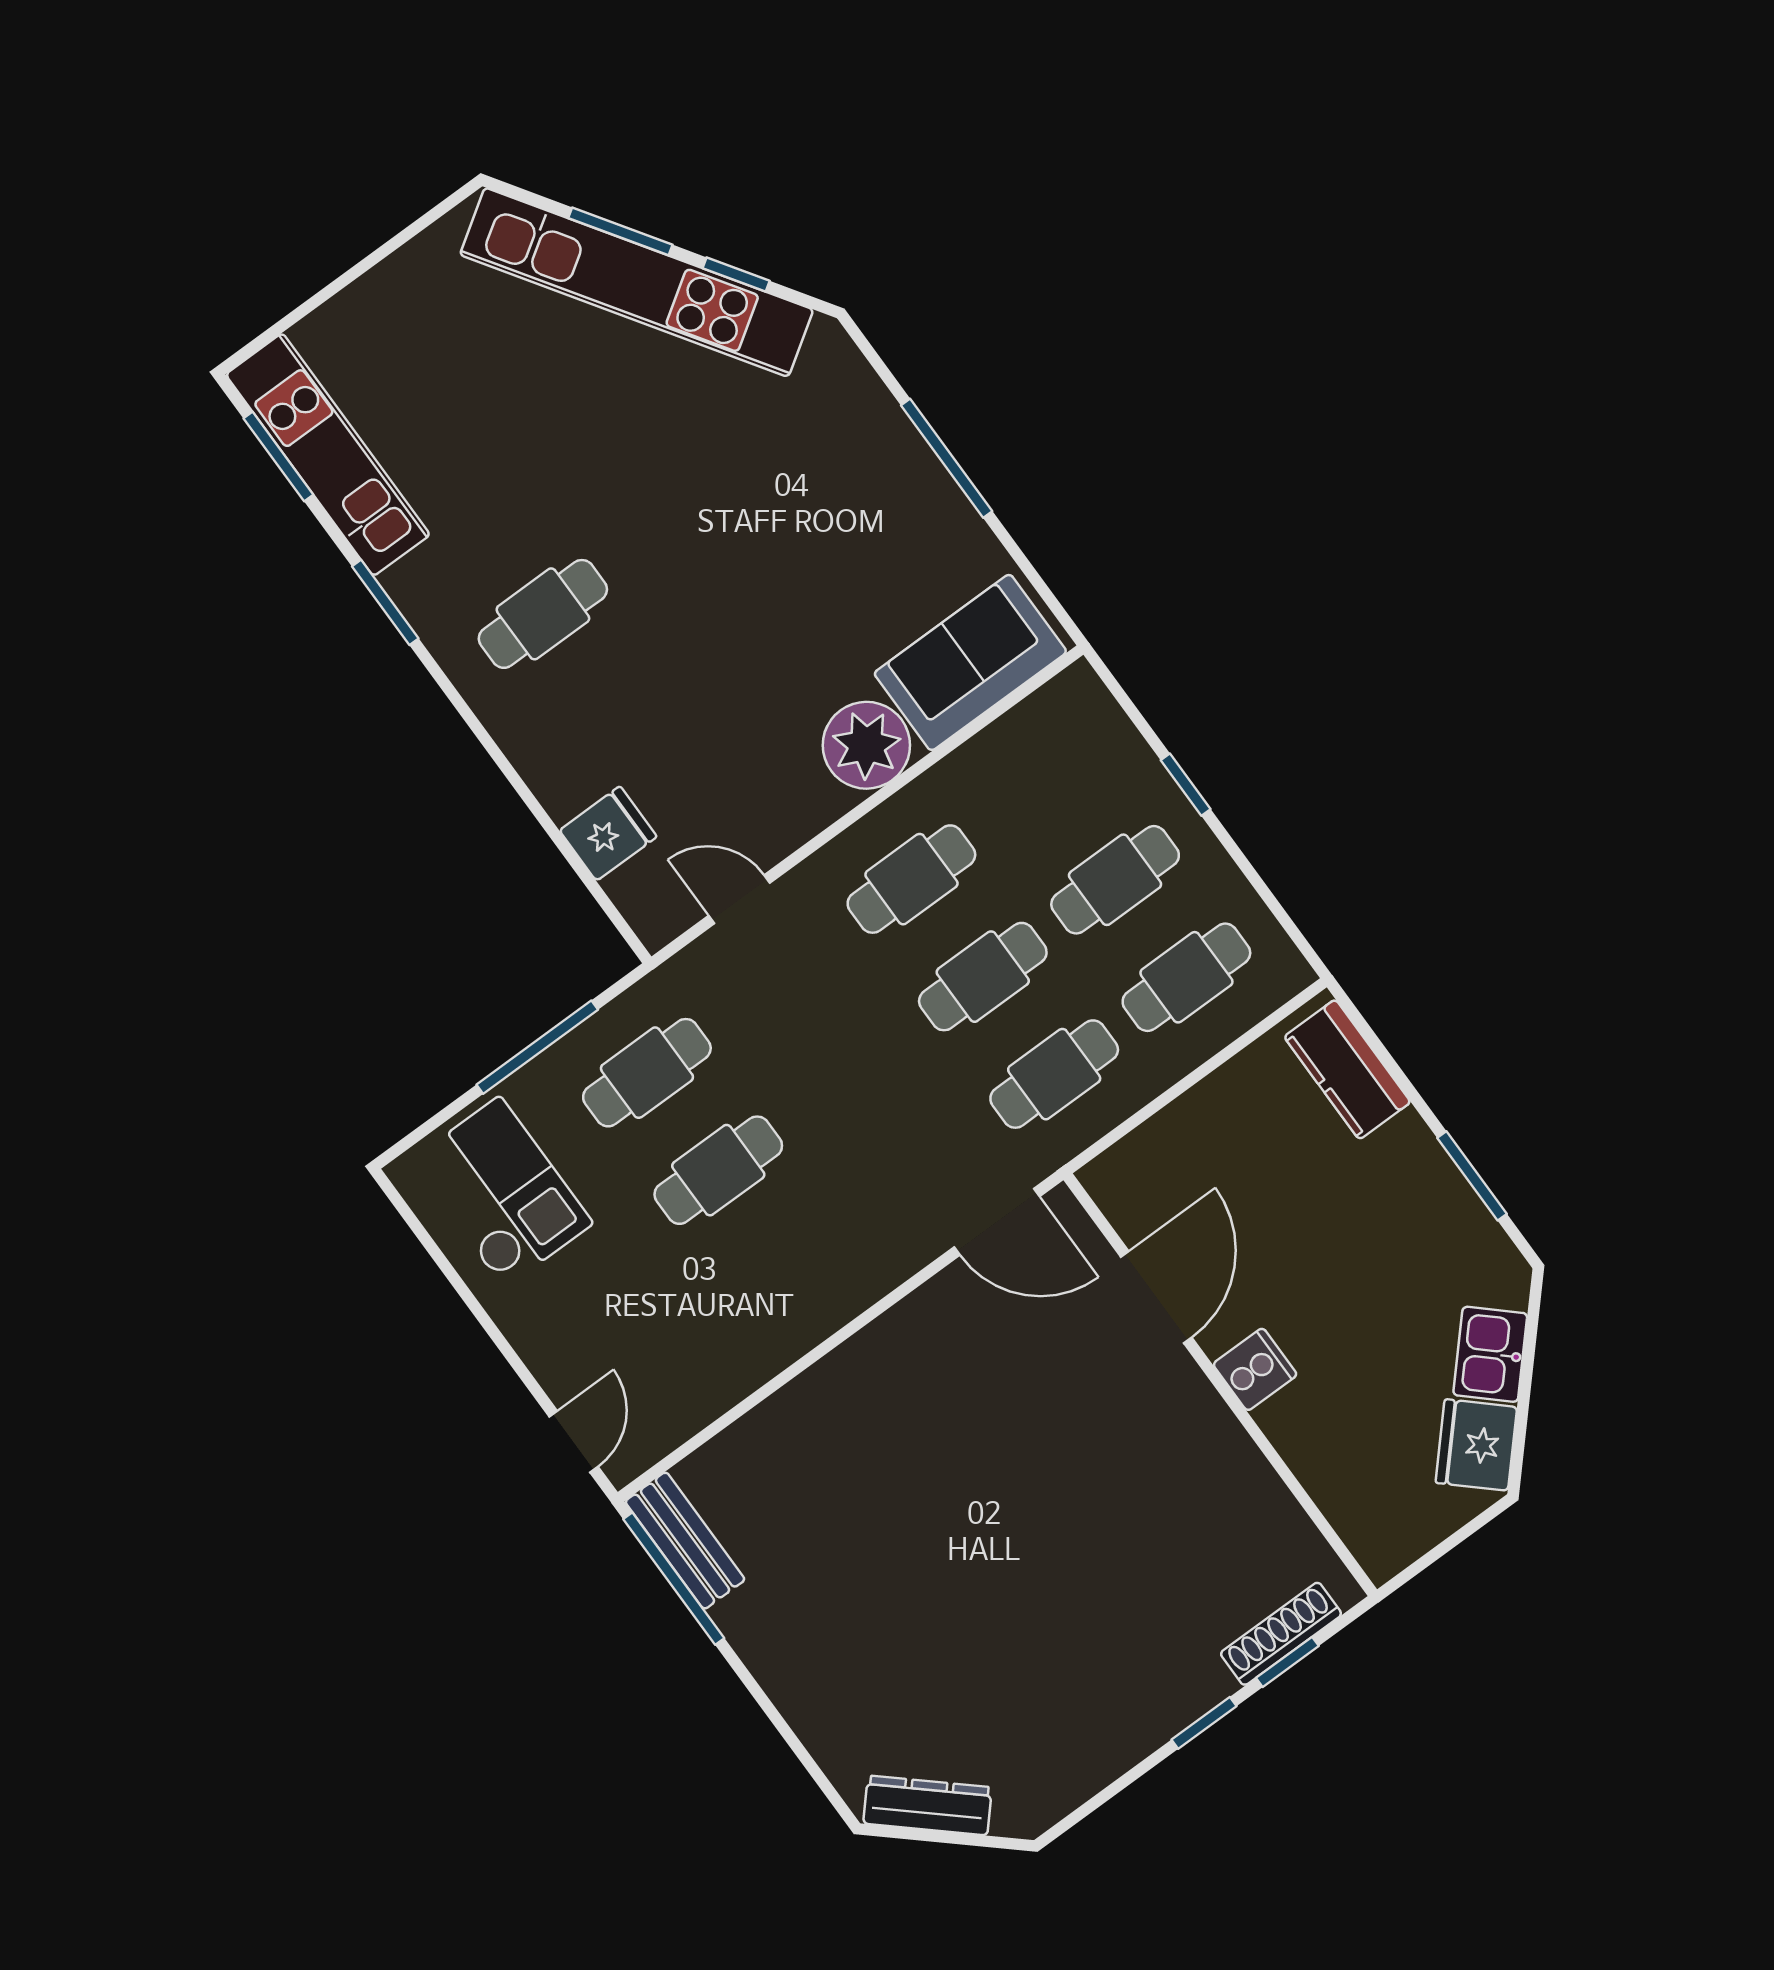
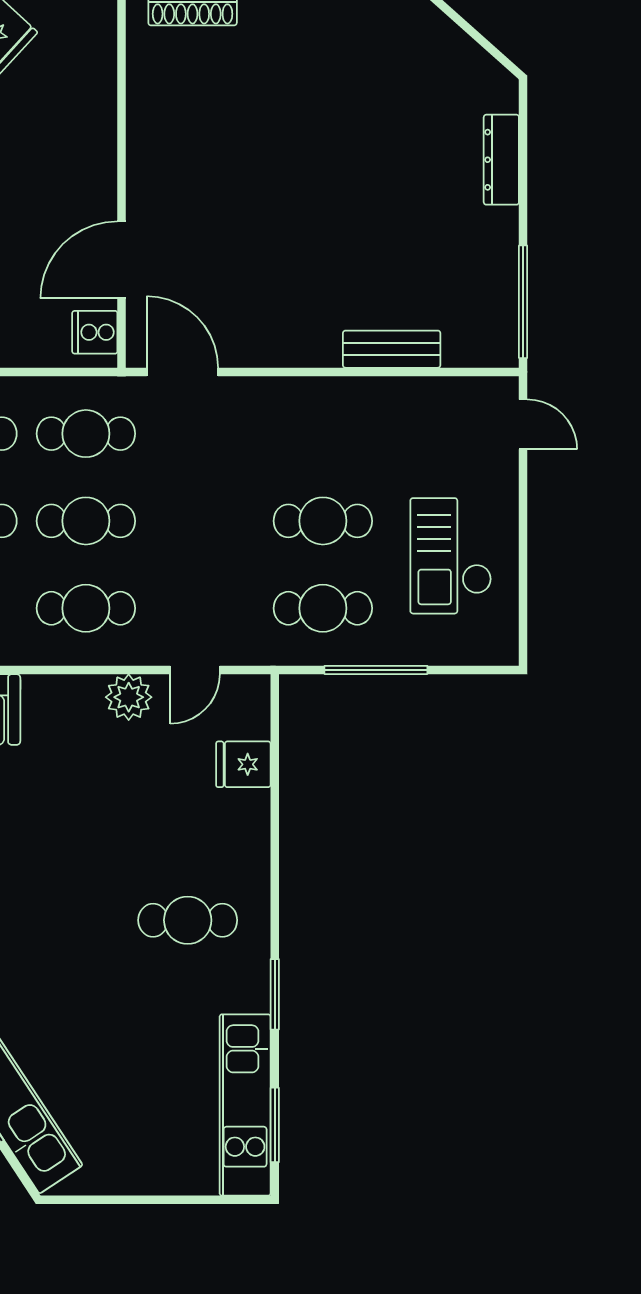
plant: (866, 745) -> (129, 697), moved, width x0.73, depth x0.73
door: (739, 899) -> (195, 670), hinge flipped
checkout: (502, 1192) -> (451, 556), moved
cooker: (1255, 1369) -> (95, 332), moved
door: (574, 1442) -> (523, 424), swing flipped
bench: (685, 1541) -> (392, 349), moved, turned 90
dresser: (928, 1805) -> (501, 160), moved, turned 48

